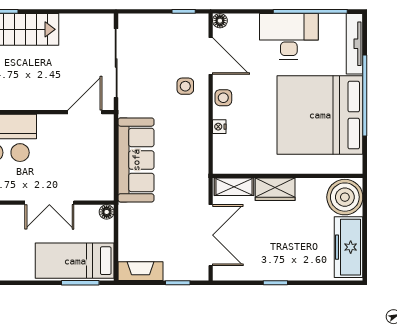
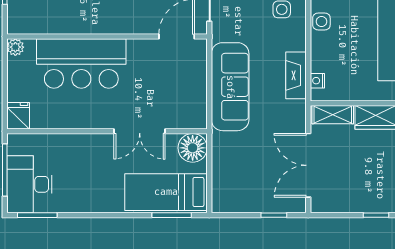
nightstand: (219, 127) -> (317, 81), moved
floor lamp: (107, 212) -> (193, 148), width x1.89, depth x1.89
double door: (211, 235) -> (308, 165), swing flipped
fireplace: (140, 271) -> (296, 75), moved, turned -90

